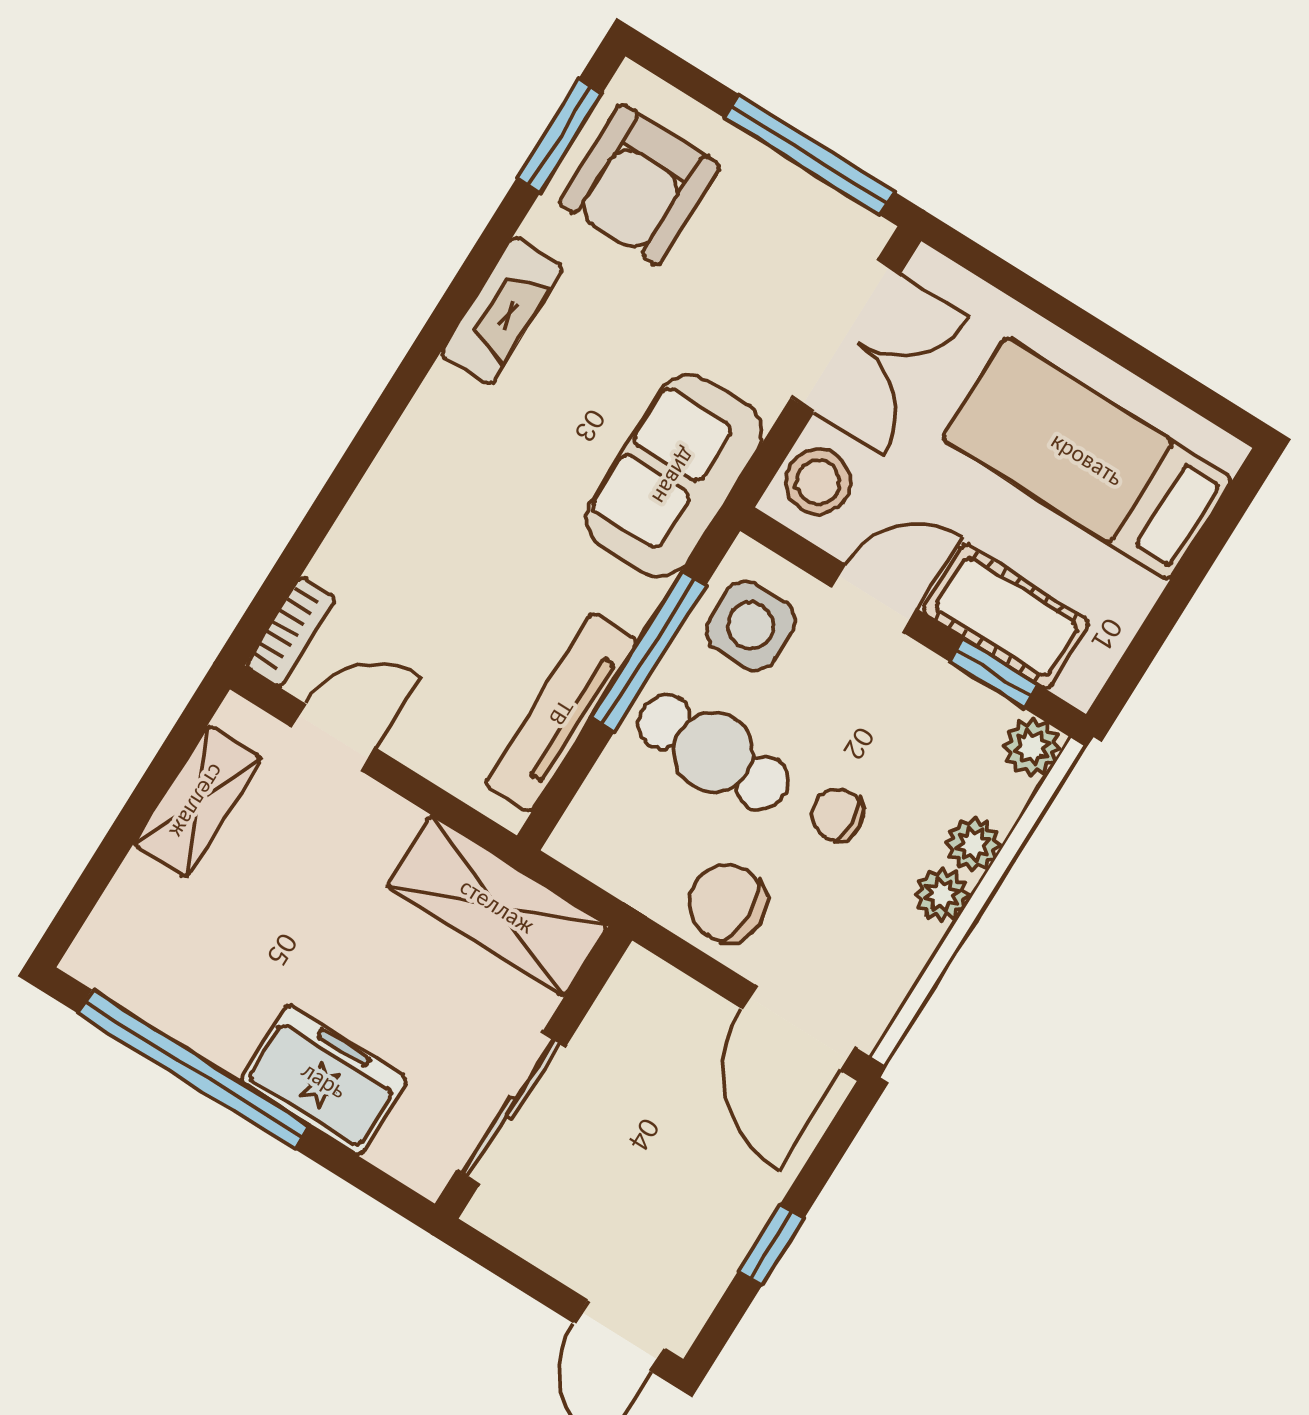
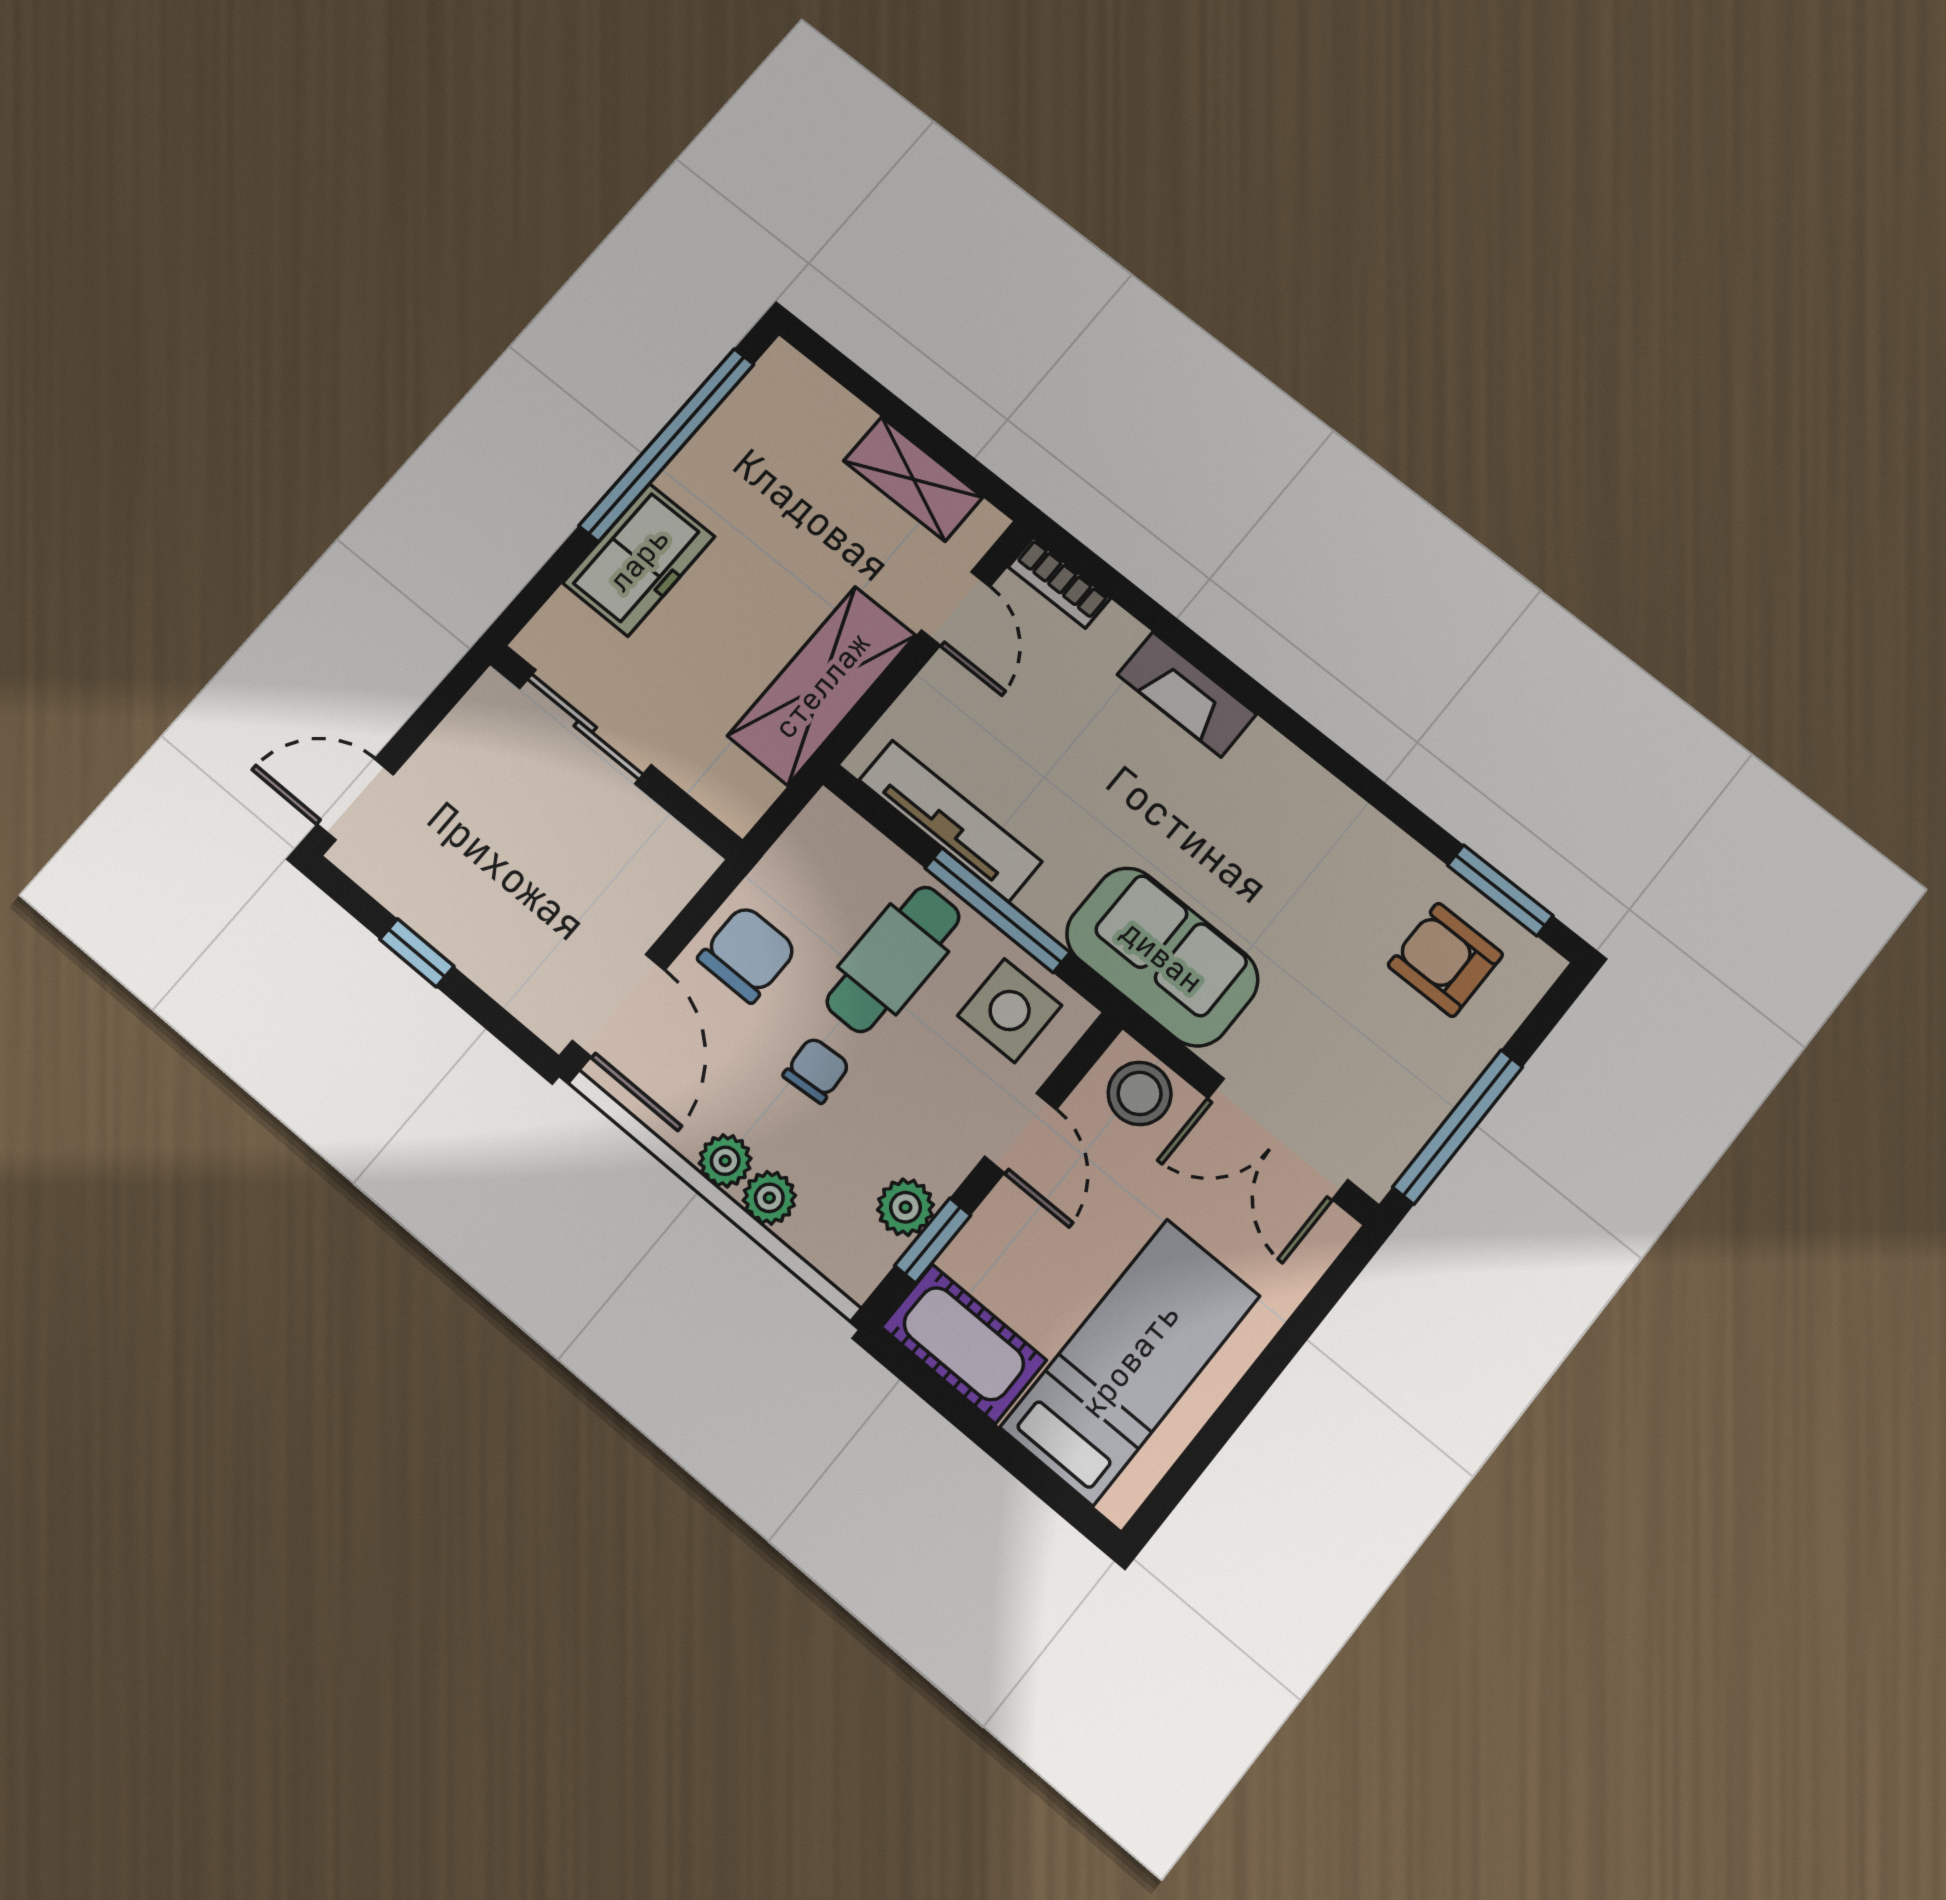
armchair: (639, 184) -> (1445, 960), width x0.72, depth x0.72
fireplace: (502, 311) -> (1187, 694), moved
cot: (1006, 616) -> (964, 1344), moved, turned 90
plant: (1032, 747) -> (905, 1207), moved
shelving: (497, 906) -> (822, 686), moved
door: (798, 1028) -> (619, 1005), swing flipped

